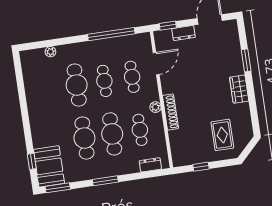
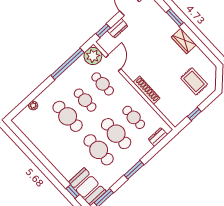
plant: (155, 107) -> (93, 56), moved, width x1.87, depth x1.87

